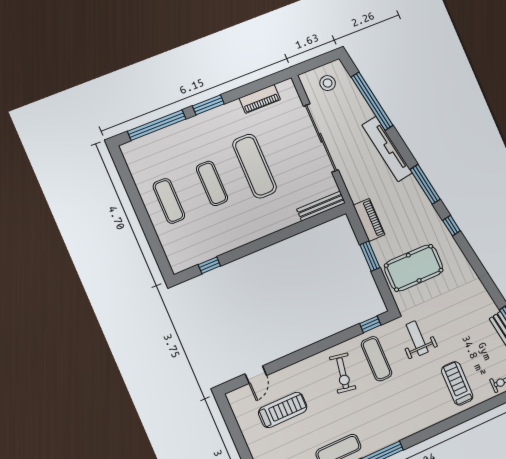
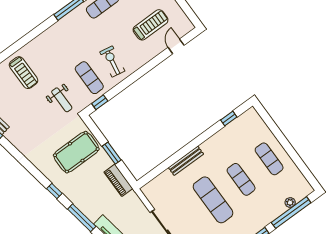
plant: (155, 138) -> (290, 203), added
bench: (321, 206) -> (186, 161), moved
treadmill: (283, 410) -> (151, 25), turned 180

